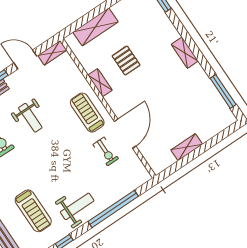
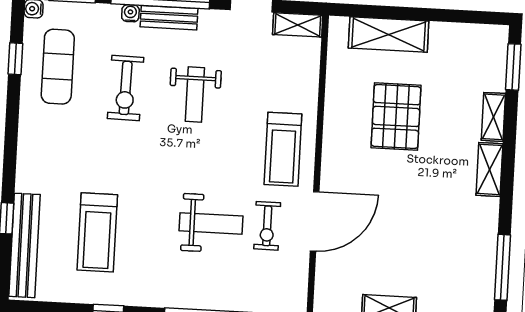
pallet: (126, 60) -> (396, 116), width x1.50, depth x1.42
shelving: (100, 83) -> (493, 117), moved
treadmill: (87, 113) -> (283, 149), turned 180
weight bench: (77, 206) -> (211, 223), moved

